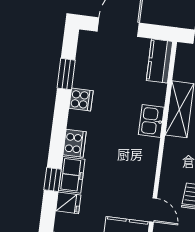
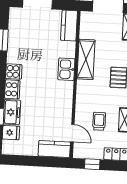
cooker: (81, 100) -> (14, 72), moved

